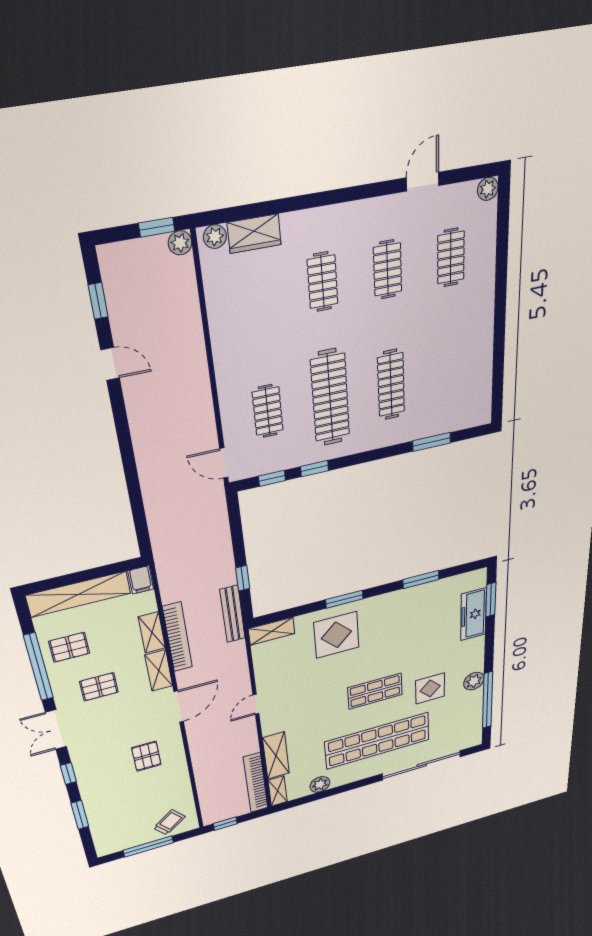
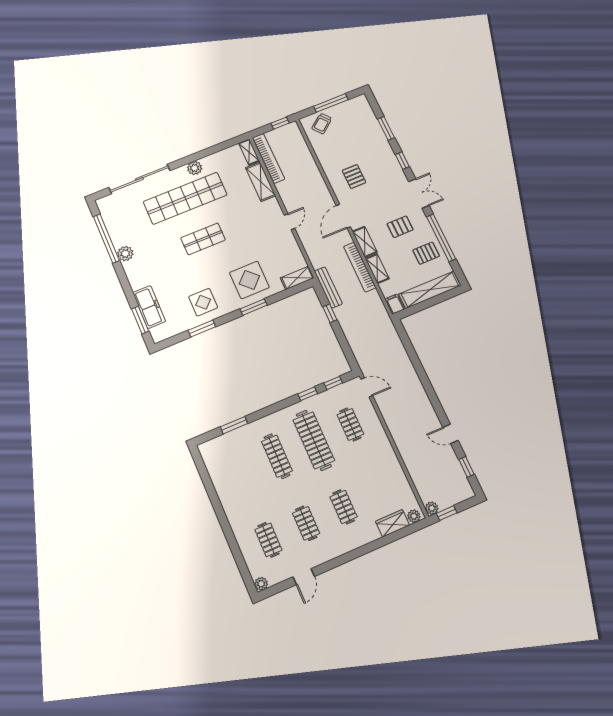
display table: (430, 688) -> (203, 302), moved
plant: (320, 784) -> (195, 168), moved

